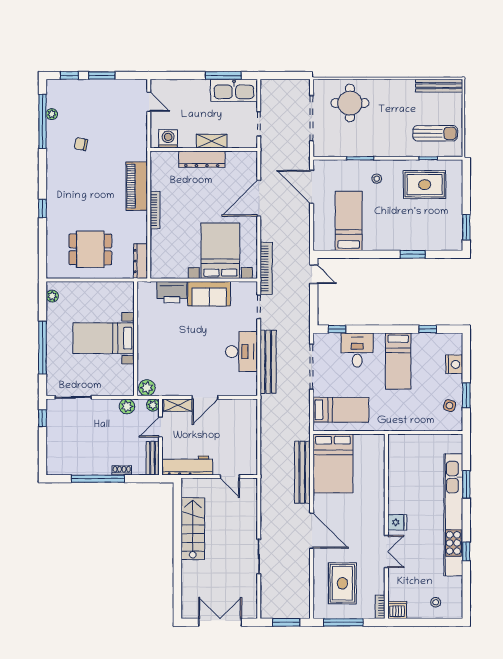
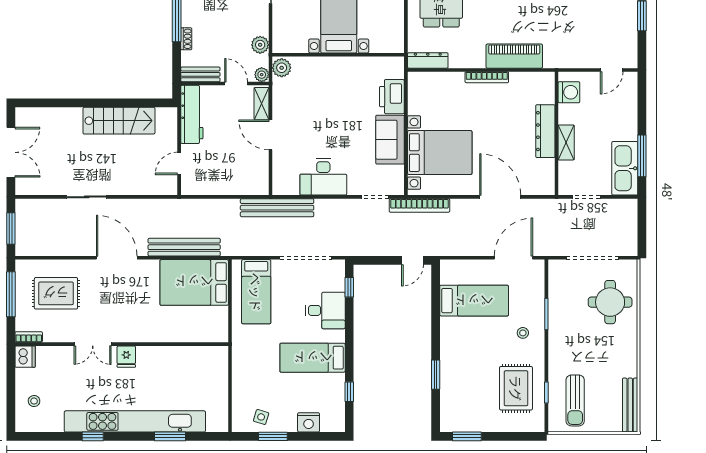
bench: (268, 362) -> (277, 208), moved
door: (312, 531) -> (117, 258), swing flipped

